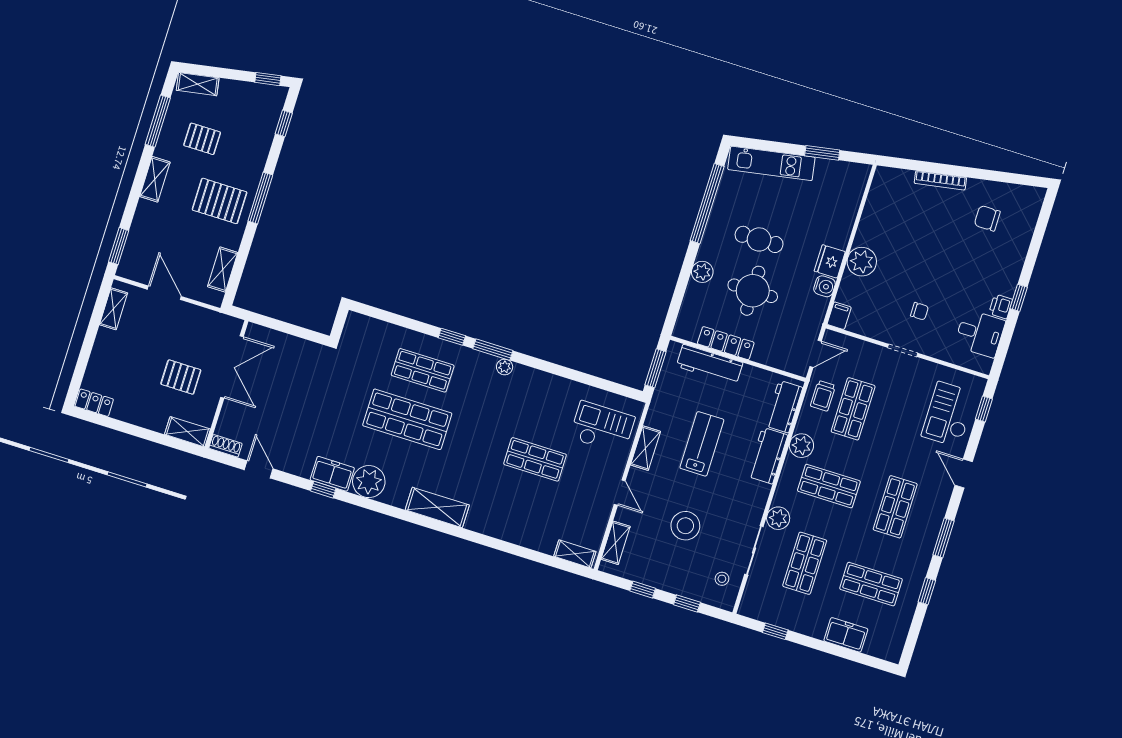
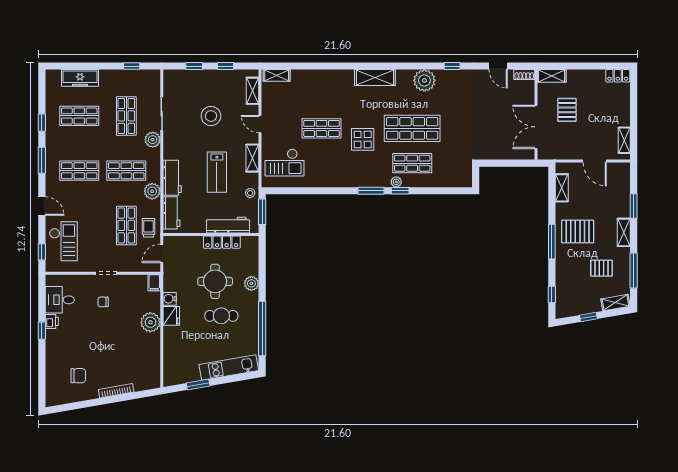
window: (268, 79) -> (588, 317), moved
window: (119, 246) -> (634, 206), moved
plant: (505, 367) -> (396, 182), moved
pallet: (181, 377) -> (567, 110), turned 90
display table: (482, 426) -> (363, 139), added
freezer: (332, 474) -> (450, 78), removed
shop shelf: (895, 507) -> (79, 171), turned 90
stool: (722, 579) -> (250, 193), moved
freezer: (846, 635) -> (80, 78), width x1.40

